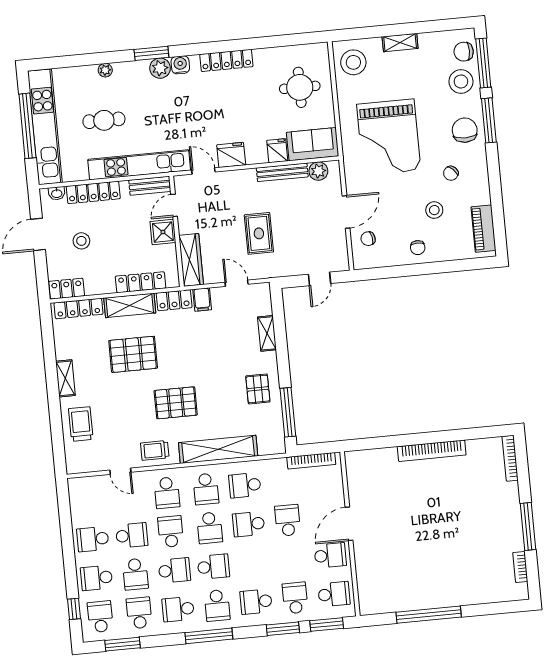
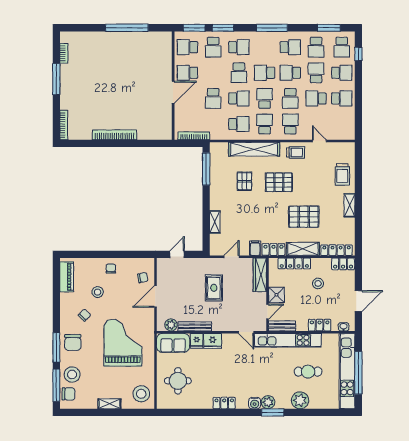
locker: (226, 60) -> (224, 403), width x0.66
plant: (105, 70) -> (300, 400), width x1.88, depth x1.88
fridge: (231, 155) -> (213, 341), moved
locker: (93, 192) -> (320, 325), width x0.66
stool: (81, 241) -> (318, 283), moved
door: (237, 283) -> (232, 257), swing flipped
pallet: (258, 389) -> (244, 181), moved
school desk: (217, 605) -> (239, 73), moved, turned 180

